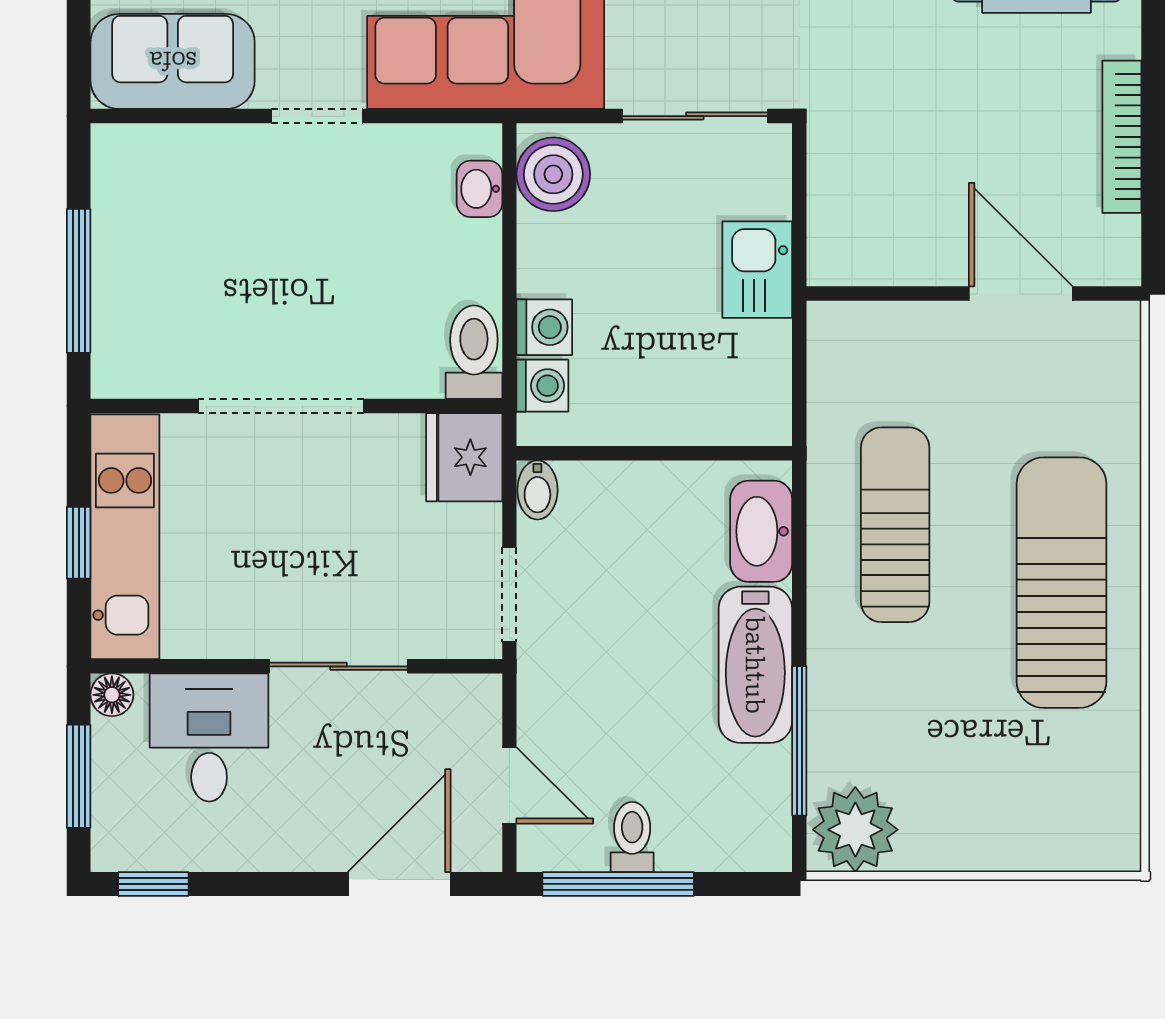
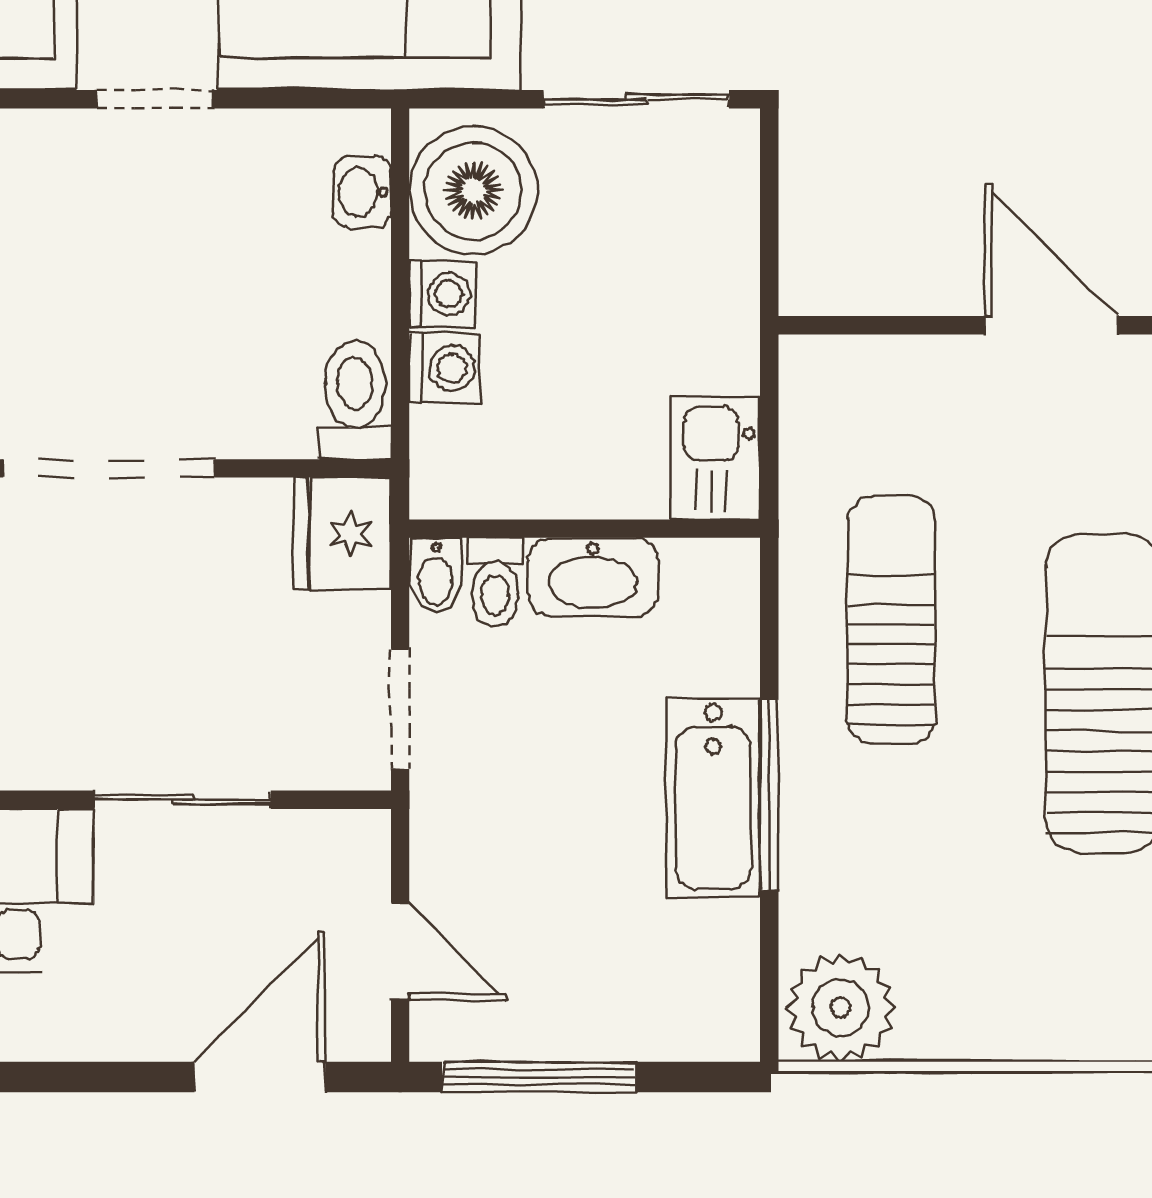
boiler: (553, 174) -> (473, 191), width x1.37, depth x1.37
kitchen sink: (757, 270) -> (716, 458), moved
washing machine: (542, 386) -> (442, 294), moved
washbasin: (761, 531) -> (593, 577), moved, turned -90
window: (799, 741) -> (769, 795), moved
toilet: (632, 837) -> (495, 582), moved, turned 180

